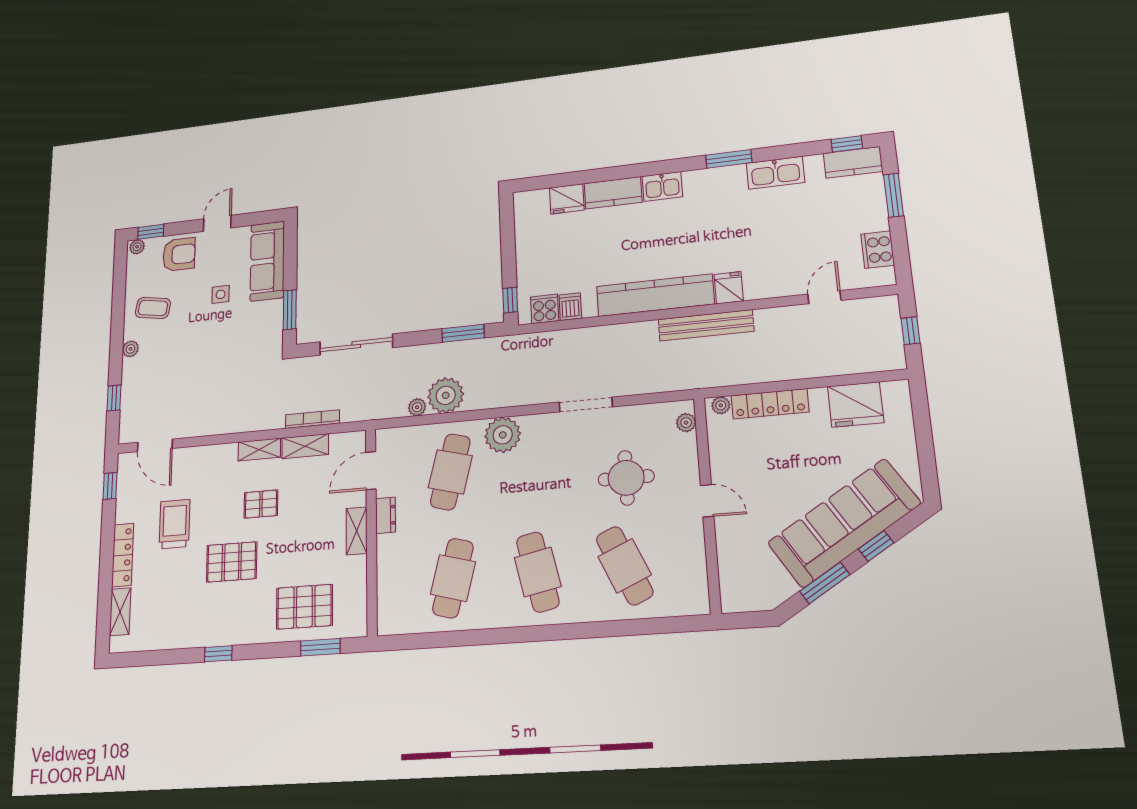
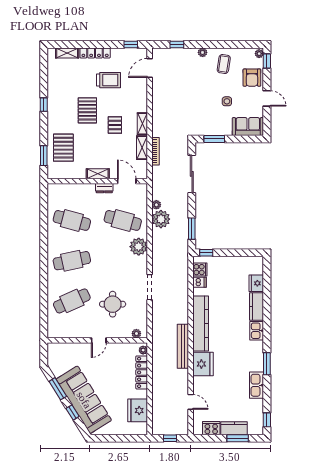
kitchen counter: (853, 162) -> (234, 428), moved, turned 90
sofa: (267, 261) -> (248, 127), width x0.73
fridge: (729, 288) -> (203, 364), width x1.88, depth x1.34

